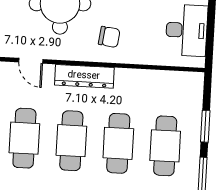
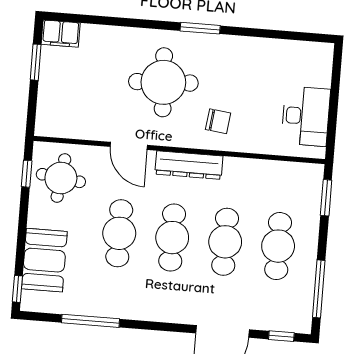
door: (31, 61) -> (129, 146), width x1.38
window: (205, 126) -> (326, 198), moved

